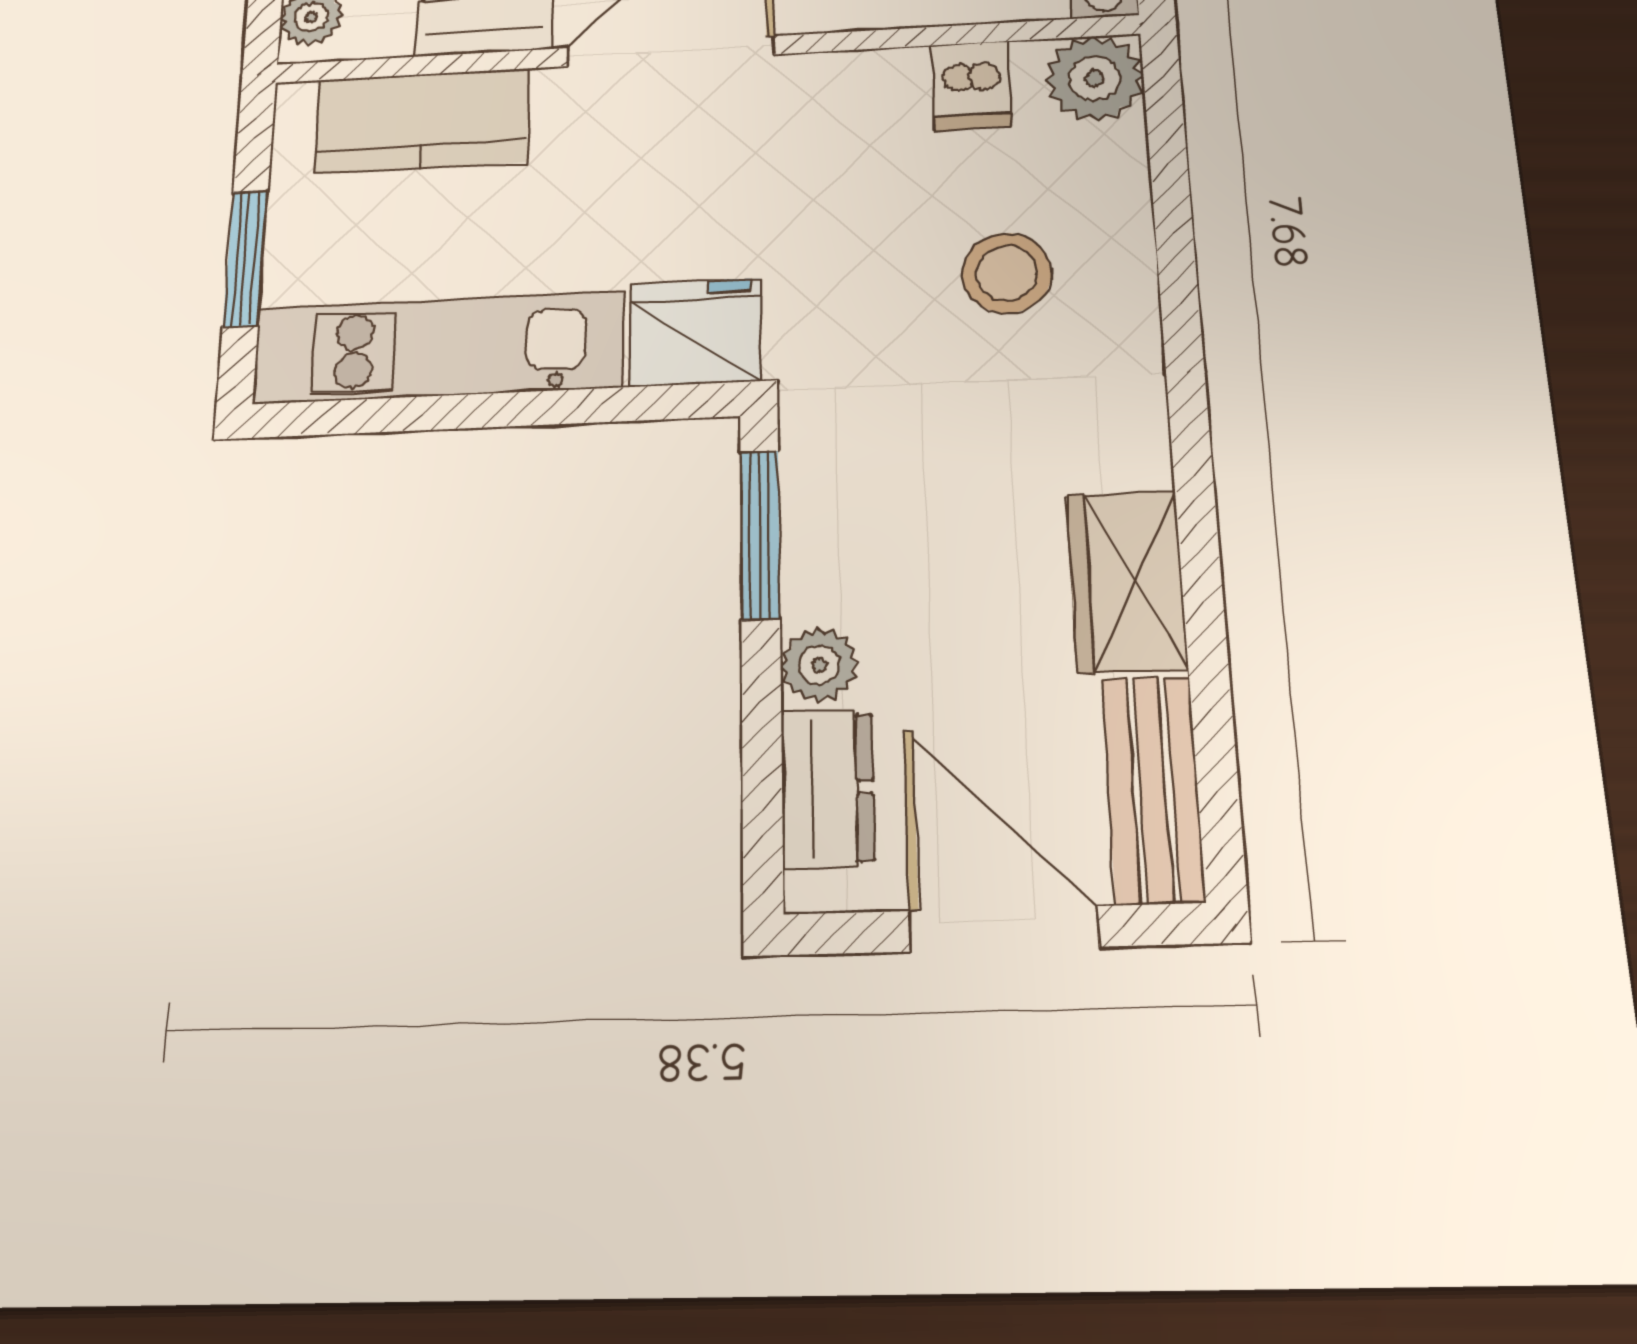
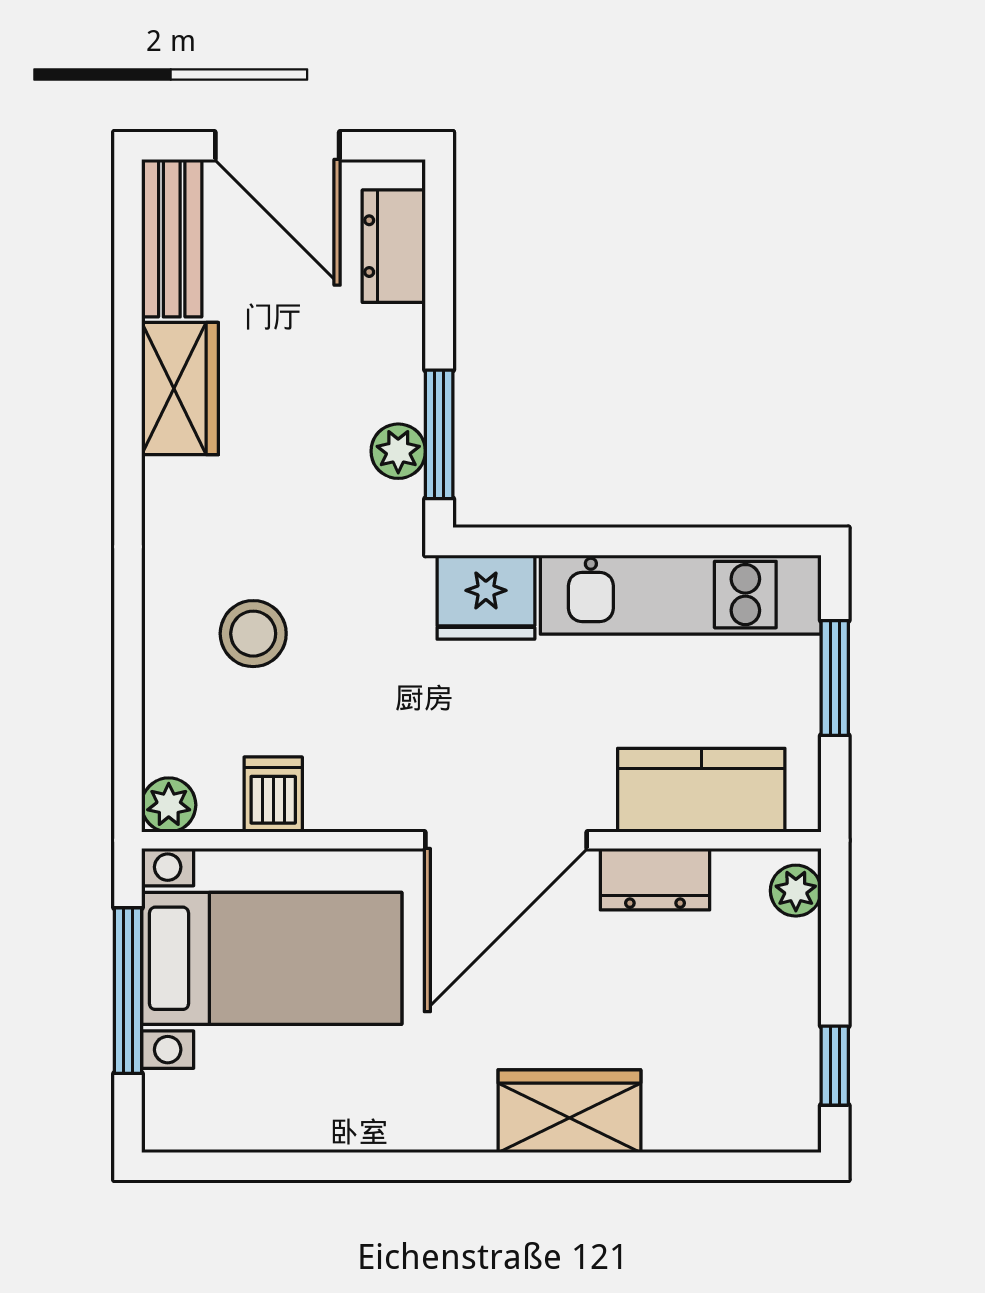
plant: (1095, 78) -> (169, 805), width x0.73, depth x0.73
plant: (819, 665) -> (398, 451), moved

